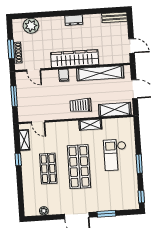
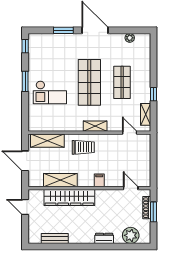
bench: (114, 17) -> (55, 238), moved
dresser: (74, 20) -> (104, 238), moved
wardrobe: (75, 59) -> (69, 197), moved
shelving: (100, 73) -> (60, 180), width x0.68
window: (14, 96) -> (153, 162), removed
shelving: (90, 125) -> (95, 126), moved
checkout: (115, 155) -> (50, 92), turned 90

